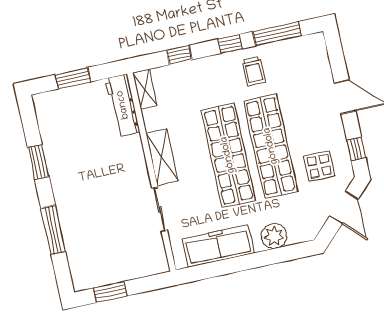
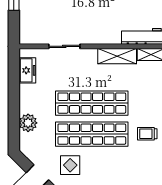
shelving: (162, 157) -> (117, 56), moved
freezer: (218, 246) -> (27, 70), width x0.52, depth x0.79

